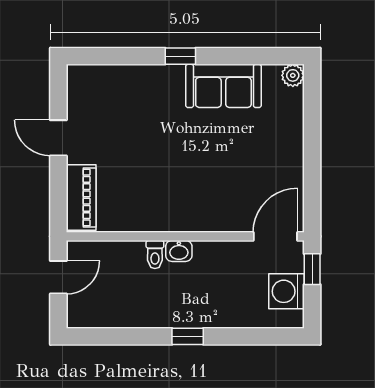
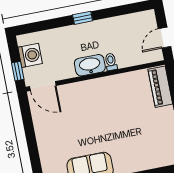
door: (275, 236) -> (43, 86), hinge flipped
washbasin: (179, 251) -> (90, 65), width x1.91, depth x1.45

